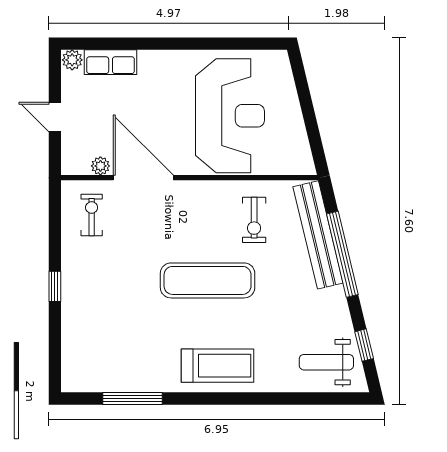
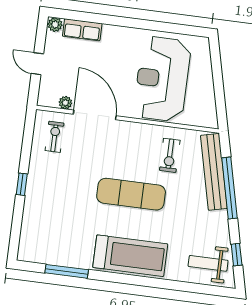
reception desk: (230, 116) -> (162, 79), turned 180
treadmill: (218, 366) -> (130, 256), width x1.37, depth x1.38

